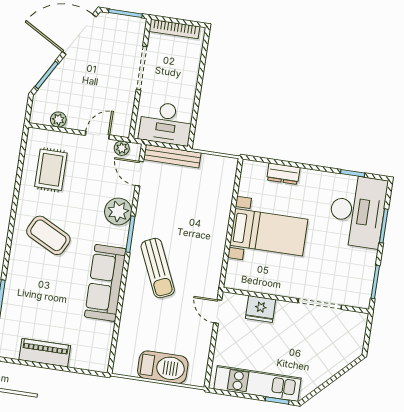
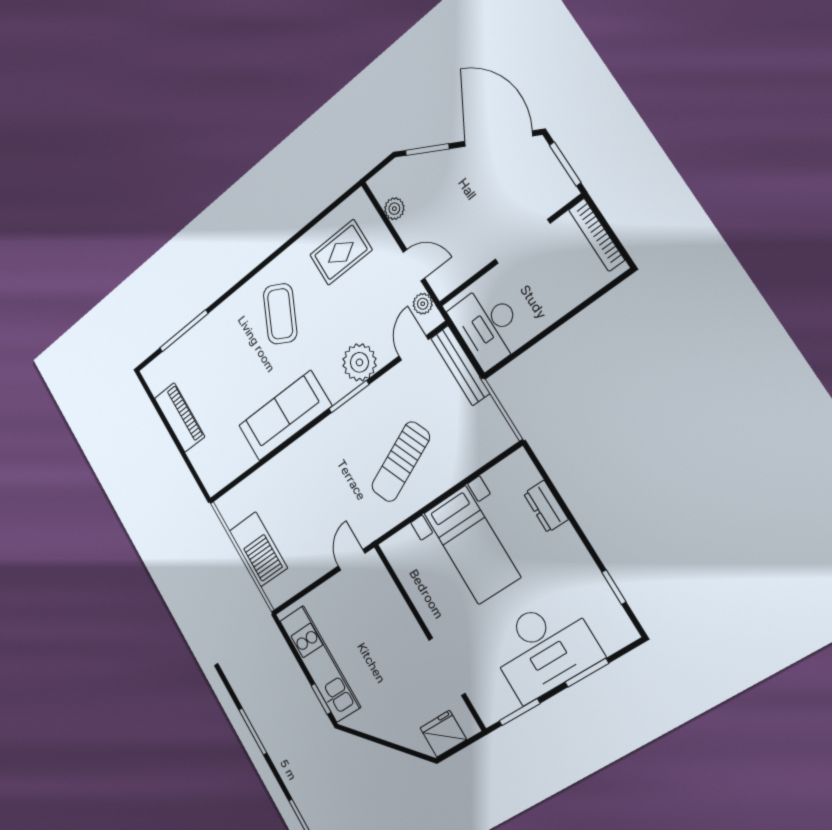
desk: (357, 211) -> (544, 648), moved
sun lounger: (158, 268) -> (401, 462), moved
fridge: (261, 309) -> (443, 734), moved, turned 90

